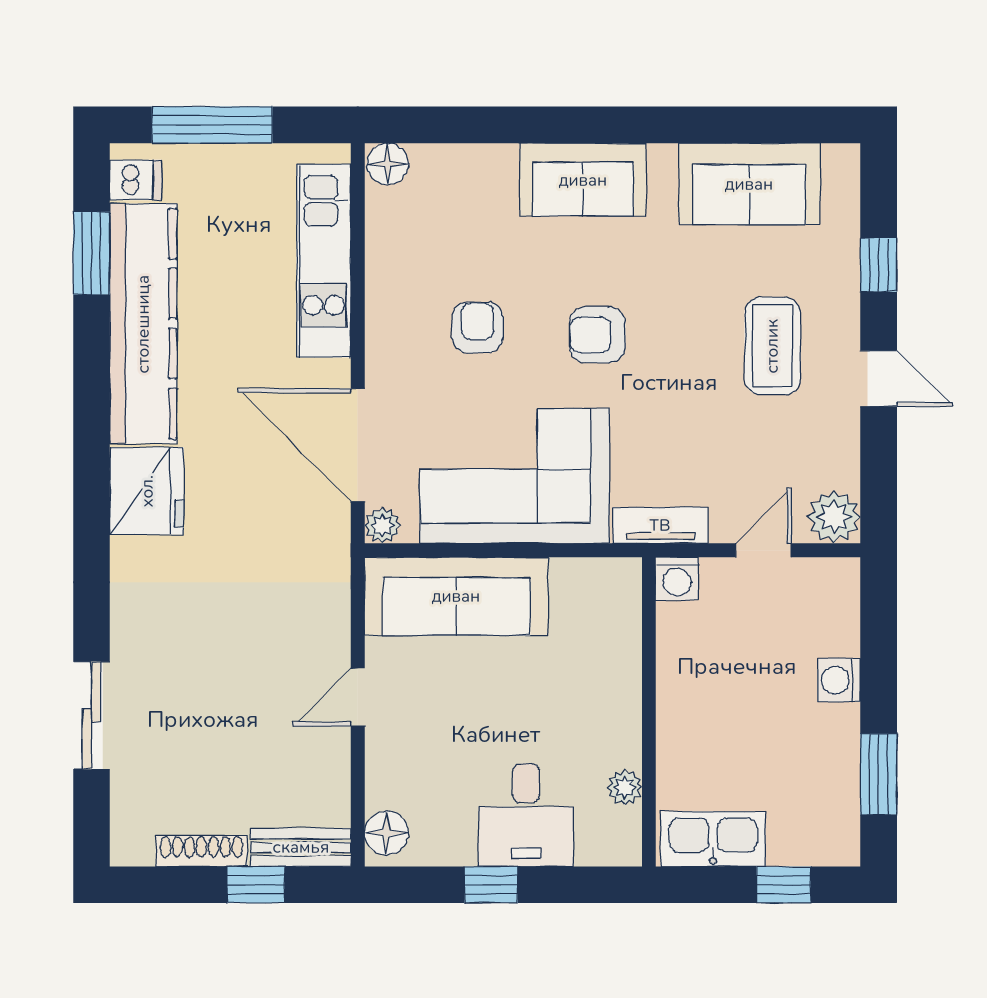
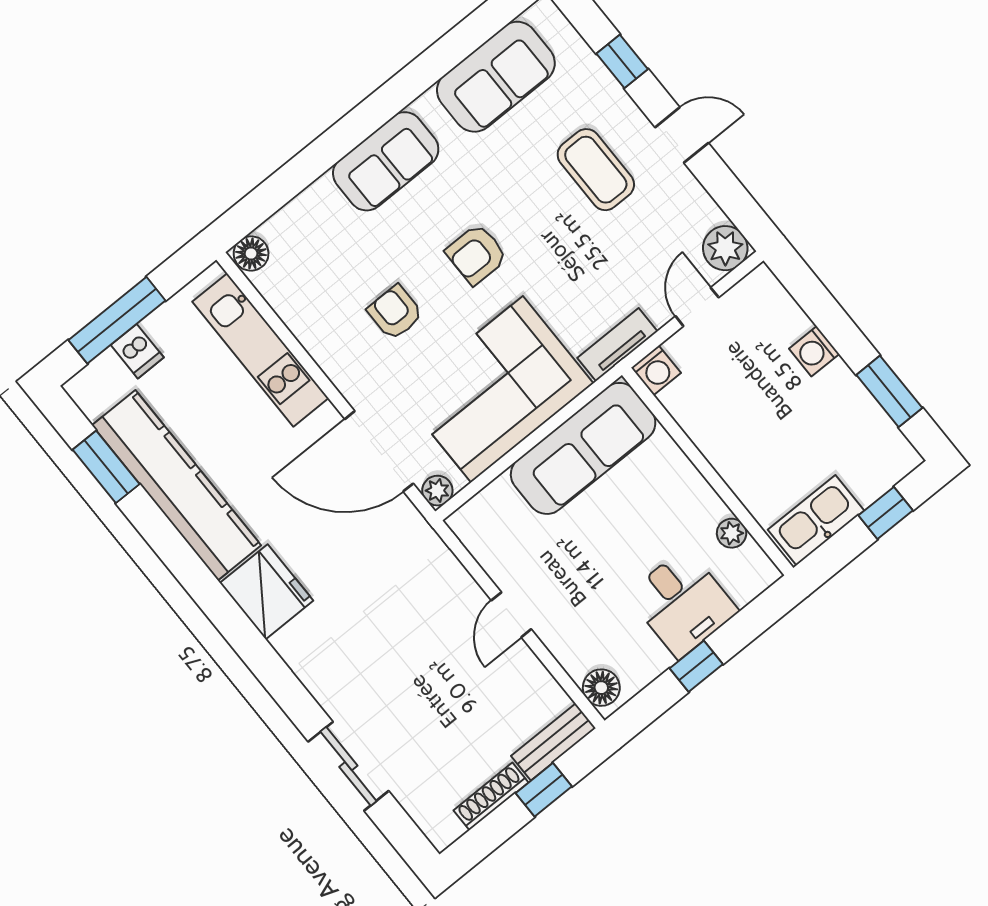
dishwasher: (136, 180) -> (137, 351), moved, turned 90
sofa: (456, 596) -> (583, 448), moved

